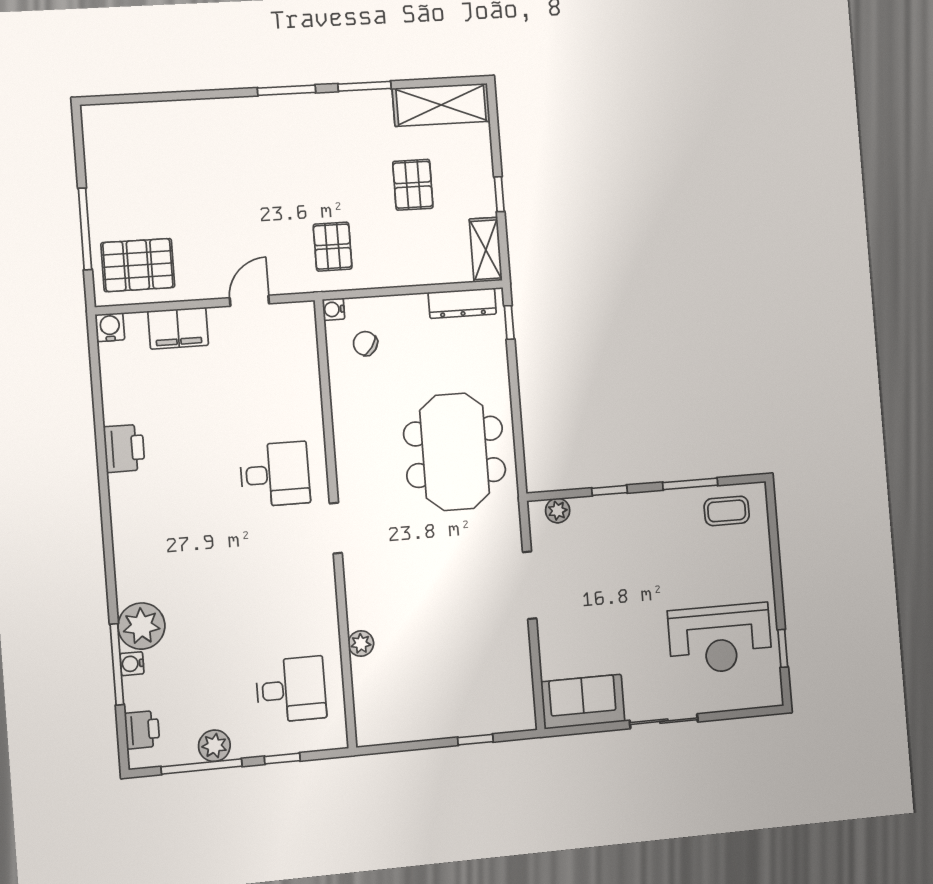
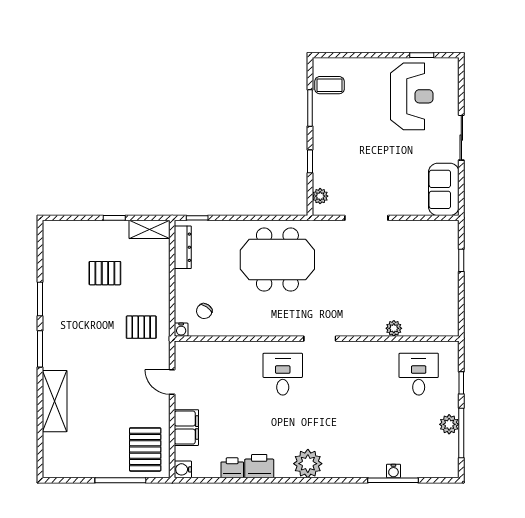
shelving: (441, 105) -> (55, 401), moved
coffee table: (727, 511) -> (329, 85), turned 90
plant: (141, 626) -> (308, 464), moved
printer: (142, 730) -> (232, 468), moved

